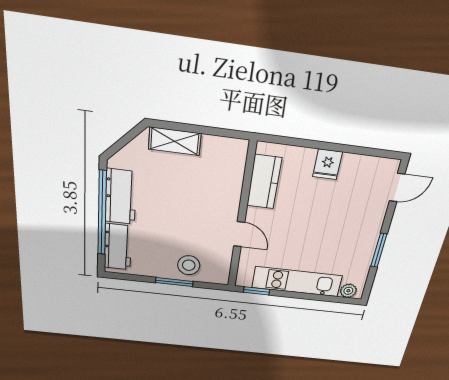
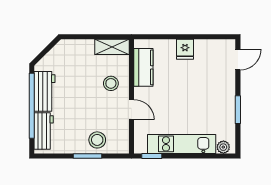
shelving: (175, 141) -> (112, 47), moved
stool: (215, 198) -> (111, 83), added

